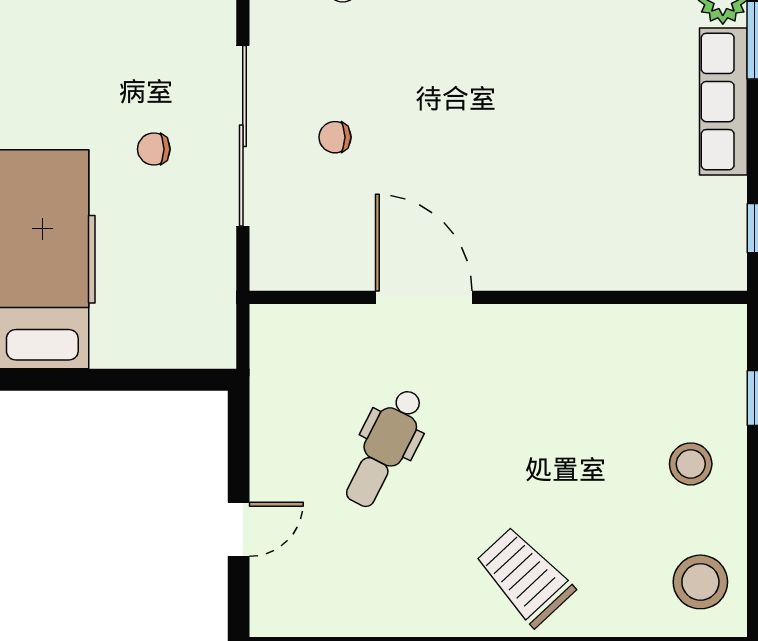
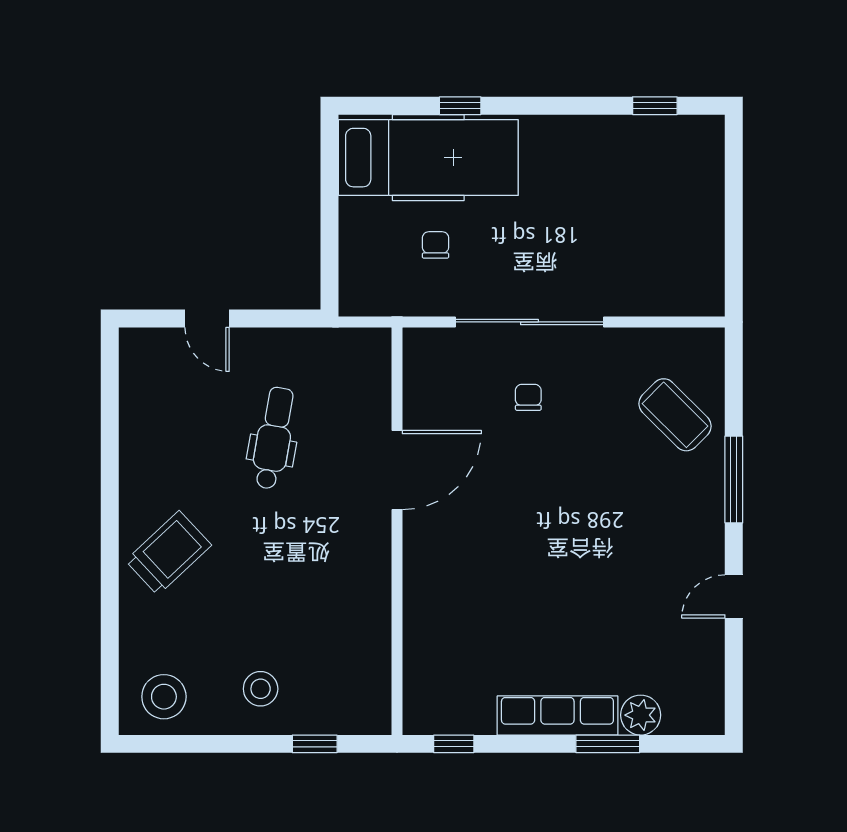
chair: (154, 149) -> (436, 245), moved
dental chair: (385, 448) -> (274, 438), turned 73

